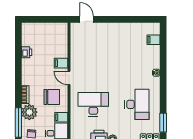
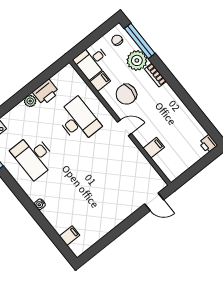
printer: (27, 52) -> (208, 144), moved
filing cabinet: (61, 63) -> (154, 148), moved
desk: (93, 104) -> (78, 121), turned -90

